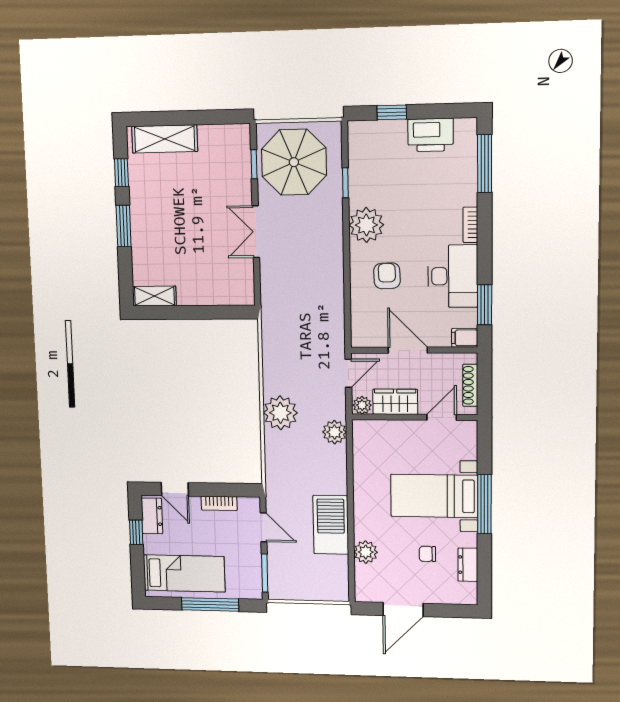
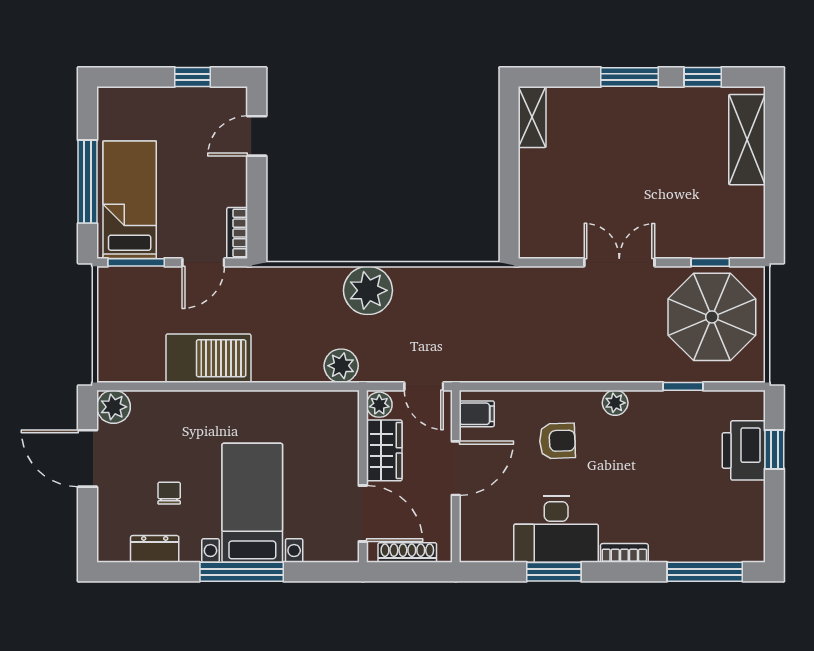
printer: (431, 135) -> (744, 450), moved
plant: (366, 225) -> (615, 403), width x0.53, depth x0.53
window: (485, 305) -> (554, 572), moved
filing cabinet: (465, 338) -> (477, 414), moved, turned 90
door: (442, 417) -> (363, 513), width x1.37
bookcase: (219, 503) -> (237, 233), moved
dresser: (152, 516) -> (217, 101), removed
plant: (366, 552) -> (114, 407), moved
bed: (184, 573) -> (130, 200), moved, turned 180

